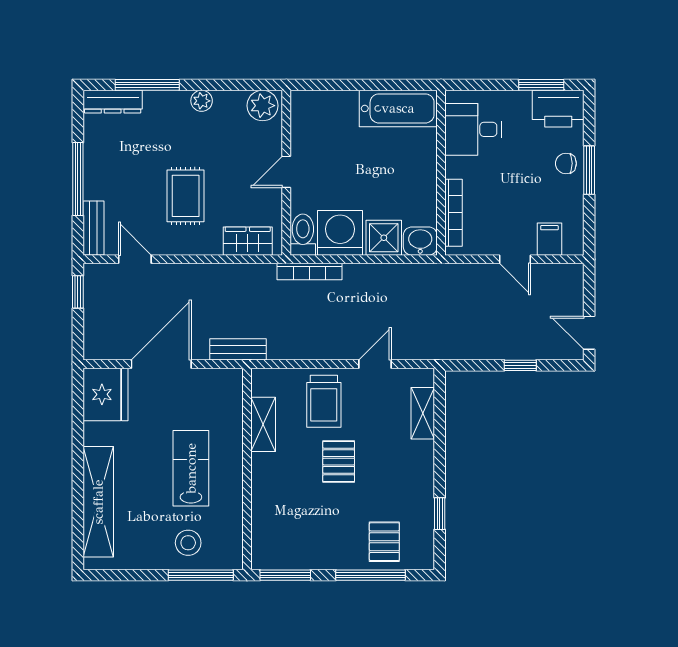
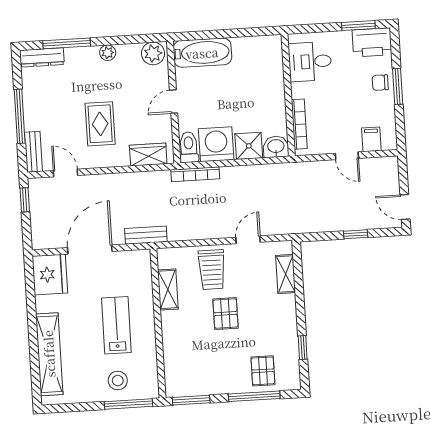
bathtub: (398, 108) -> (202, 53), moved

